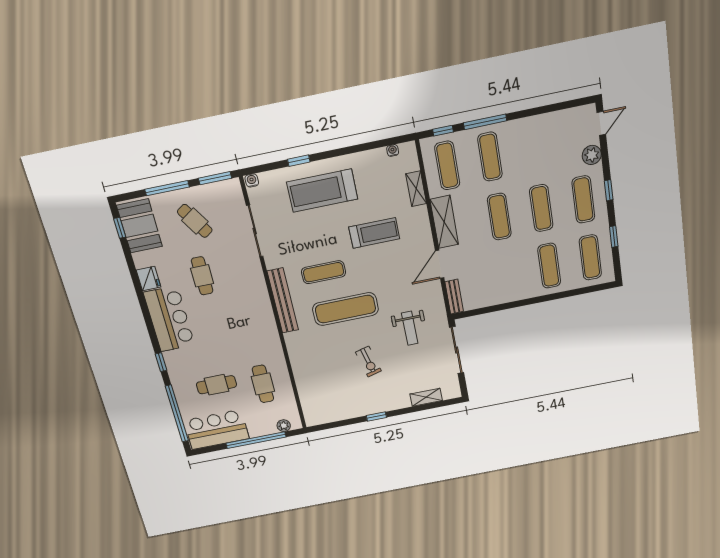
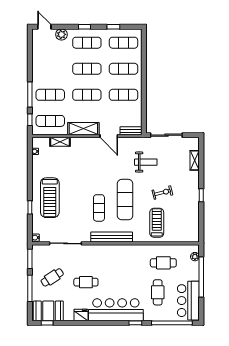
treadmill: (374, 233) -> (157, 223), moved
exercise mat: (508, 274) -> (124, 95), added
bar counter: (169, 319) -> (116, 310), width x1.36

